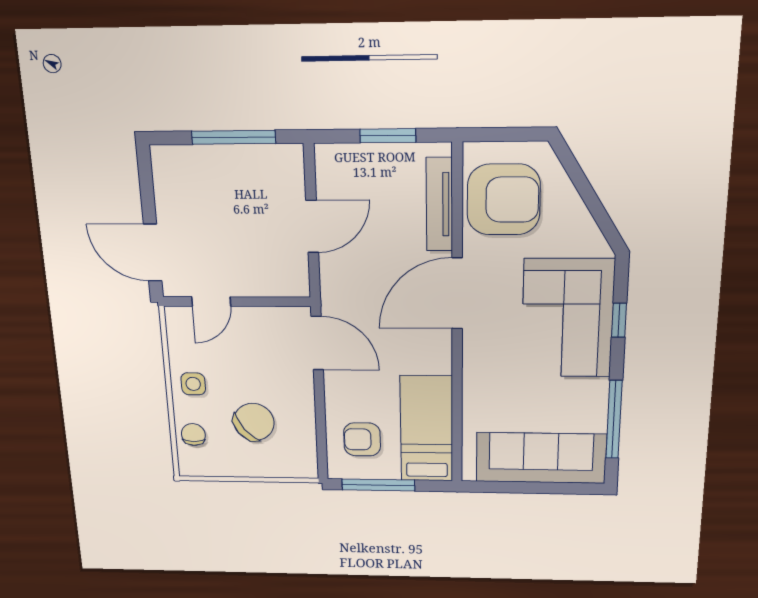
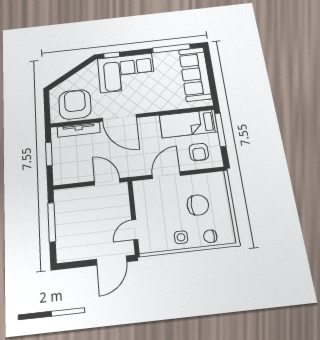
door: (312, 226) -> (107, 182), moved
door: (211, 301) -> (135, 230), swing flipped
window: (619, 320) -> (112, 55), moved
door: (317, 343) -> (166, 175), moved
chair: (254, 422) -> (198, 205), turned 128
window: (378, 485) -> (220, 130), moved

